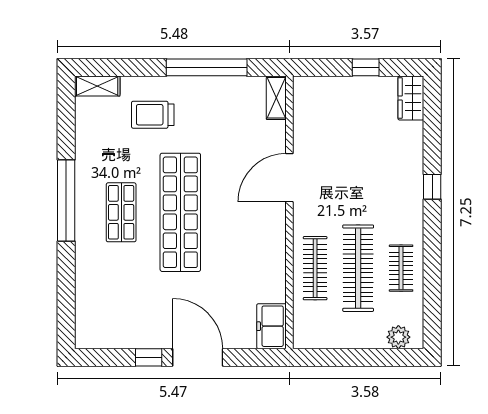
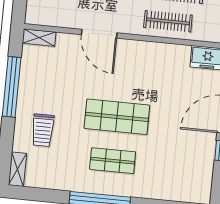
shop shelf: (180, 212) -> (117, 117), width x0.71

